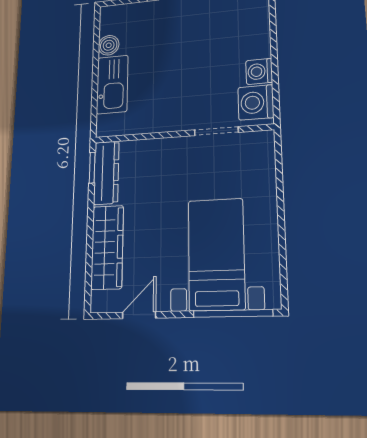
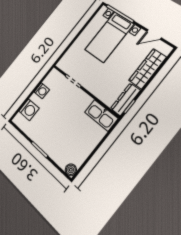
boiler: (109, 45) -> (71, 170), moved
kitchen sink: (112, 84) -> (101, 115), moved, turned -90
washing machine: (256, 102) -> (29, 110), moved

